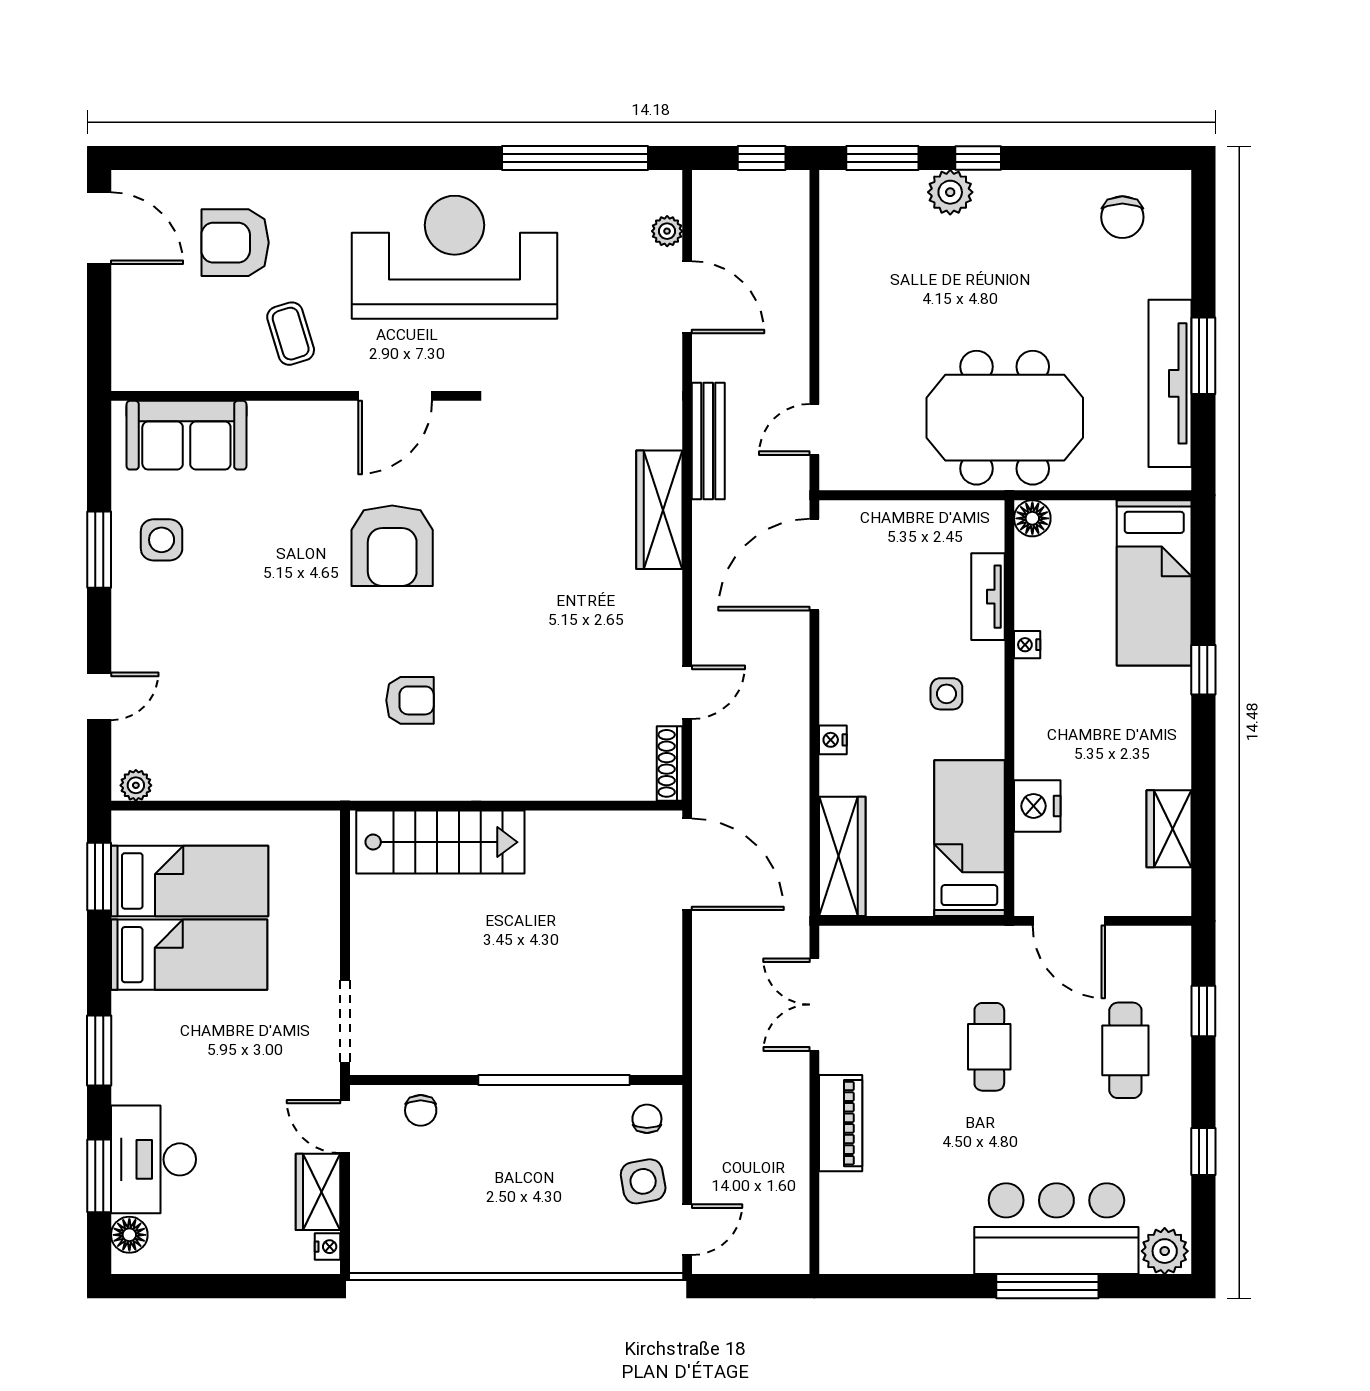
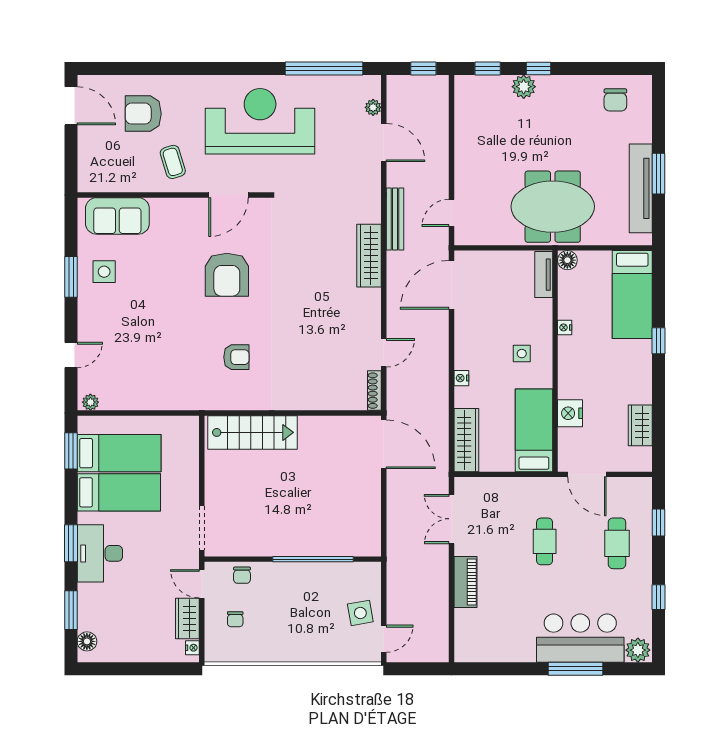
window: (882, 158) -> (488, 68), width x0.67
tv unit: (988, 597) -> (544, 275), moved
chair: (647, 1119) -> (235, 619), moved, turned 180
desk: (153, 1159) -> (100, 553), moved

